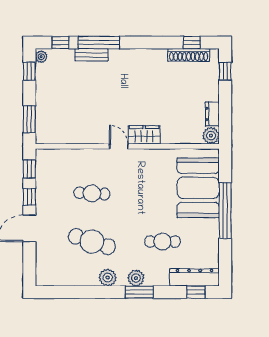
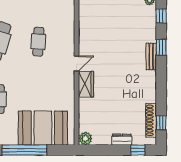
window: (99, 42) -> (161, 47), width x0.46
bench: (91, 55) -> (151, 56), moved
dresser: (212, 114) -> (122, 140), moved

